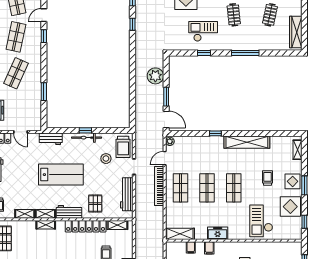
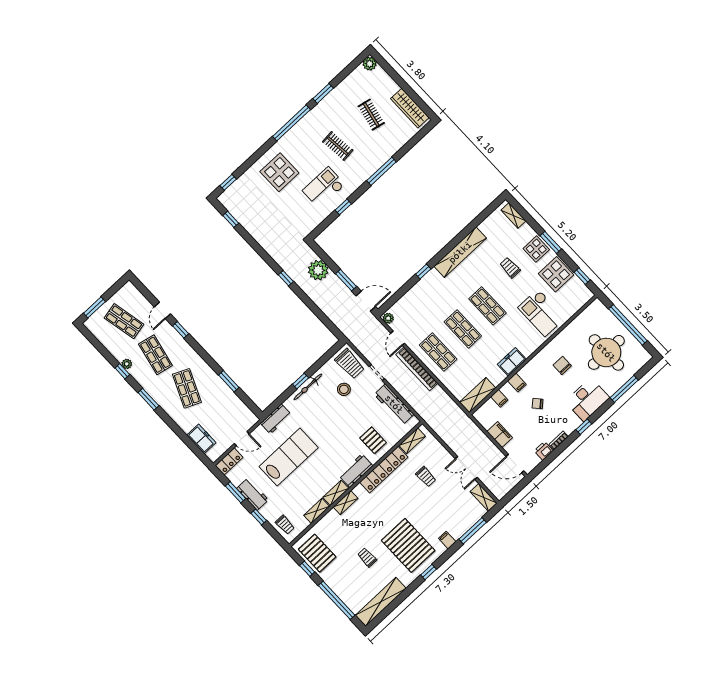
window: (132, 24) -> (286, 278), moved
lab bench: (61, 175) -> (289, 457), moved

